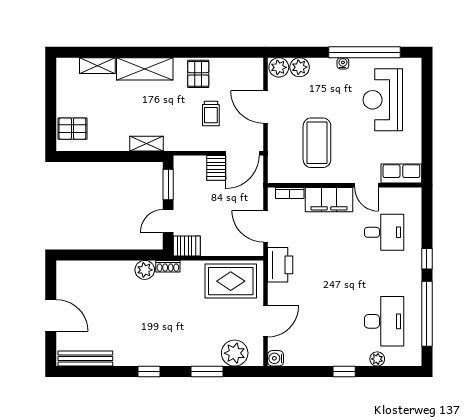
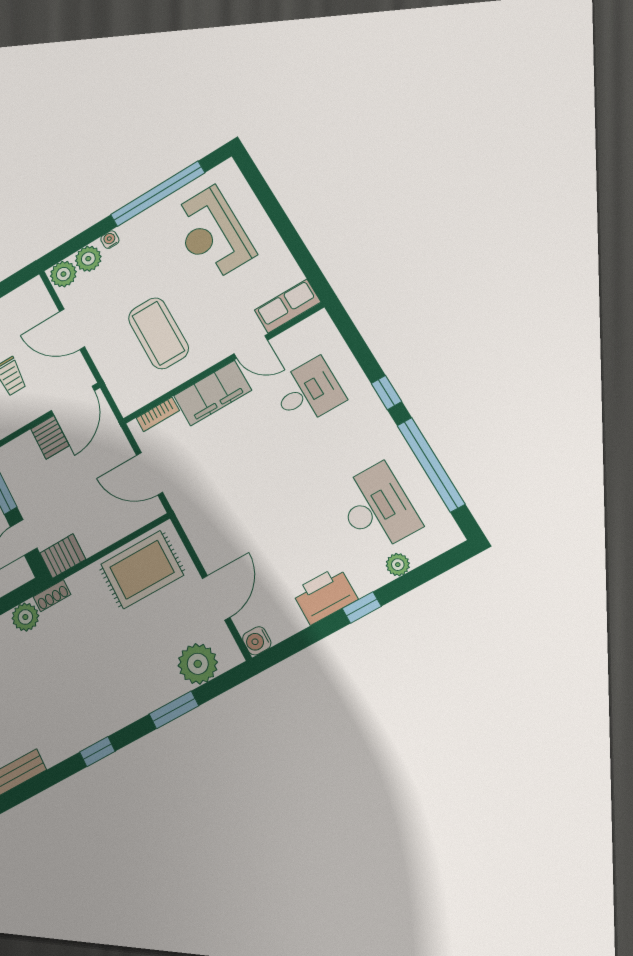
water cooler: (343, 63) -> (110, 240), moved
printer: (280, 265) -> (325, 595), moved, turned -90

